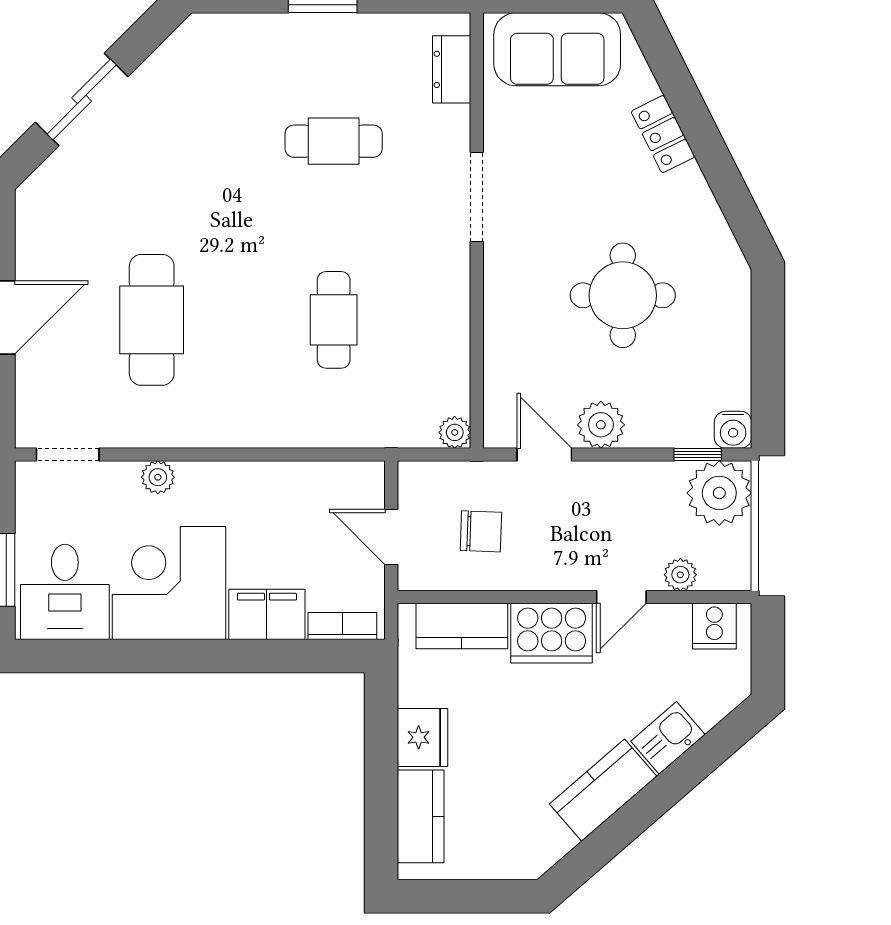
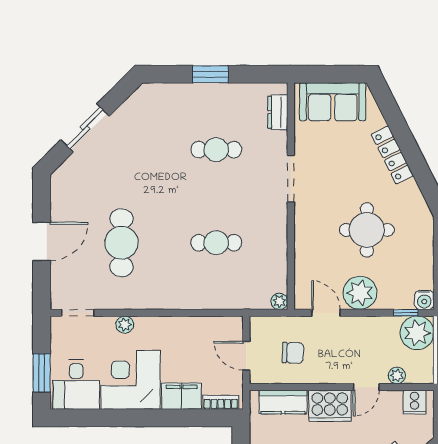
locker: (663, 134) -> (392, 155), width x1.53
cafe table: (334, 320) -> (216, 243), turned 90
plant: (601, 425) -> (360, 293), width x1.36, depth x1.36

